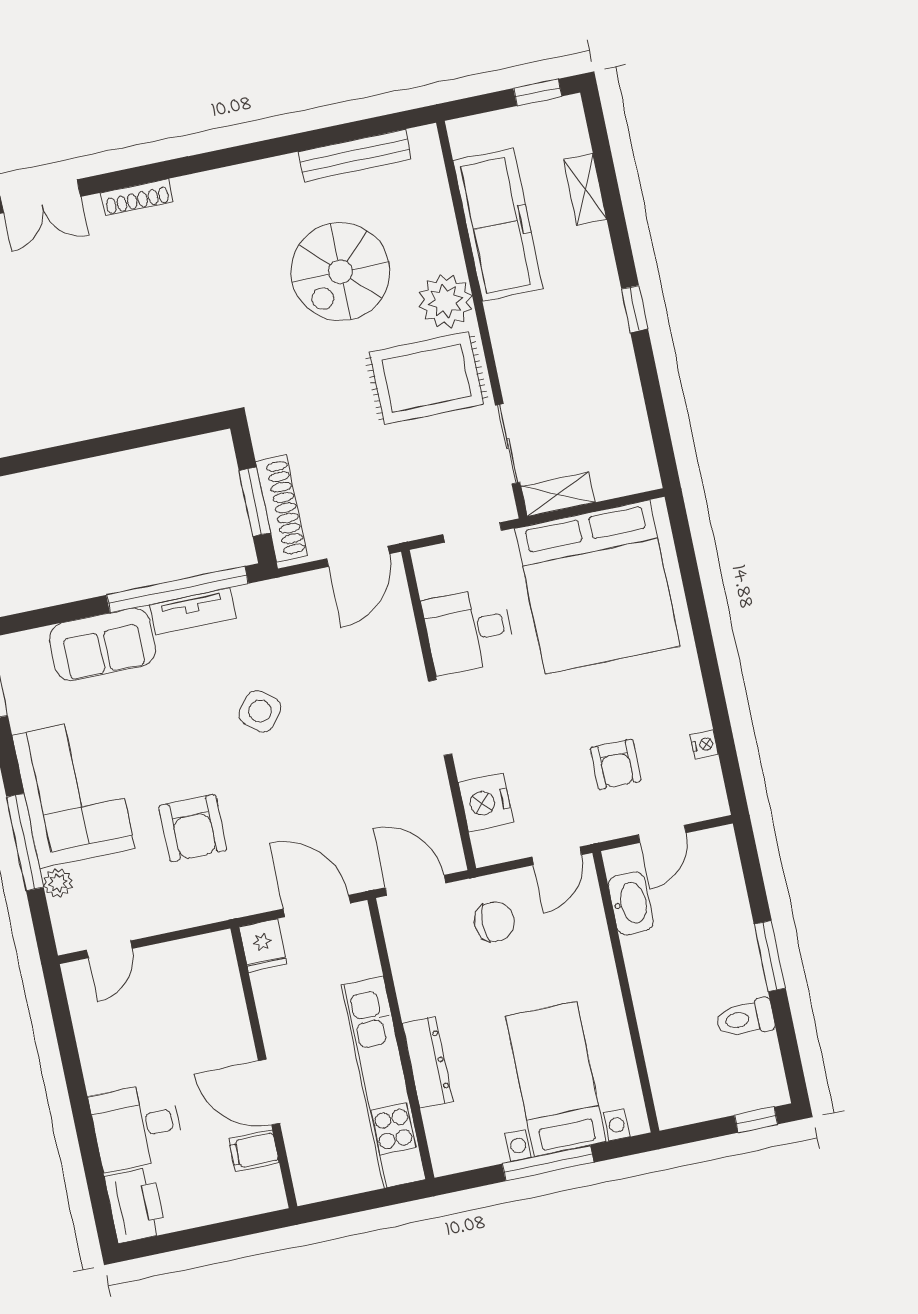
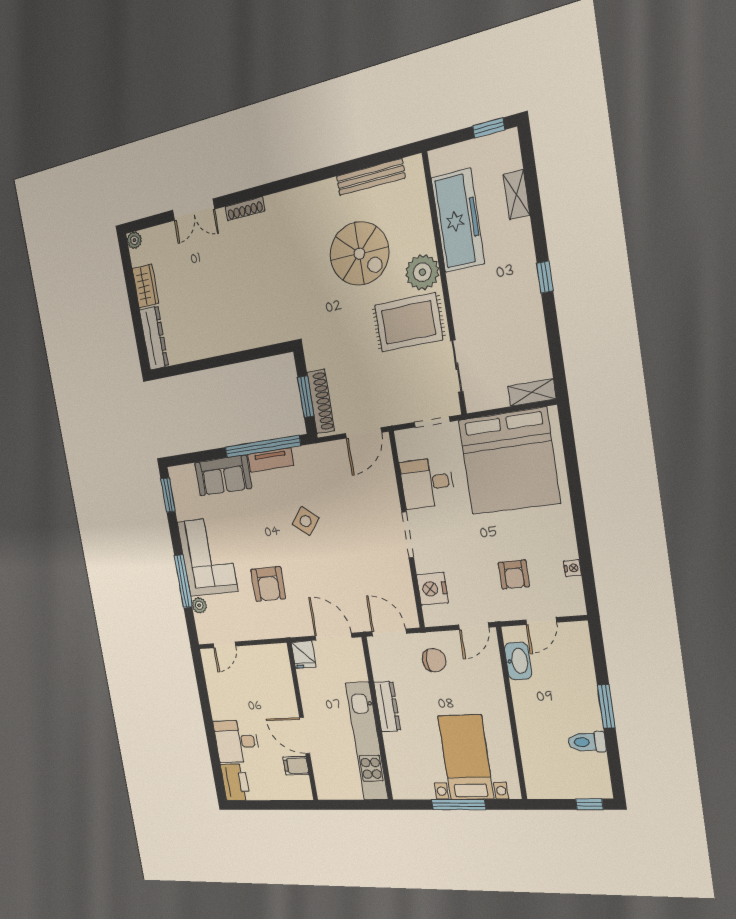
spiral stairs: (340, 272) -> (359, 254), turned -90
shelving: (558, 494) -> (532, 393), moved
dresser: (428, 1062) -> (387, 706), moved

